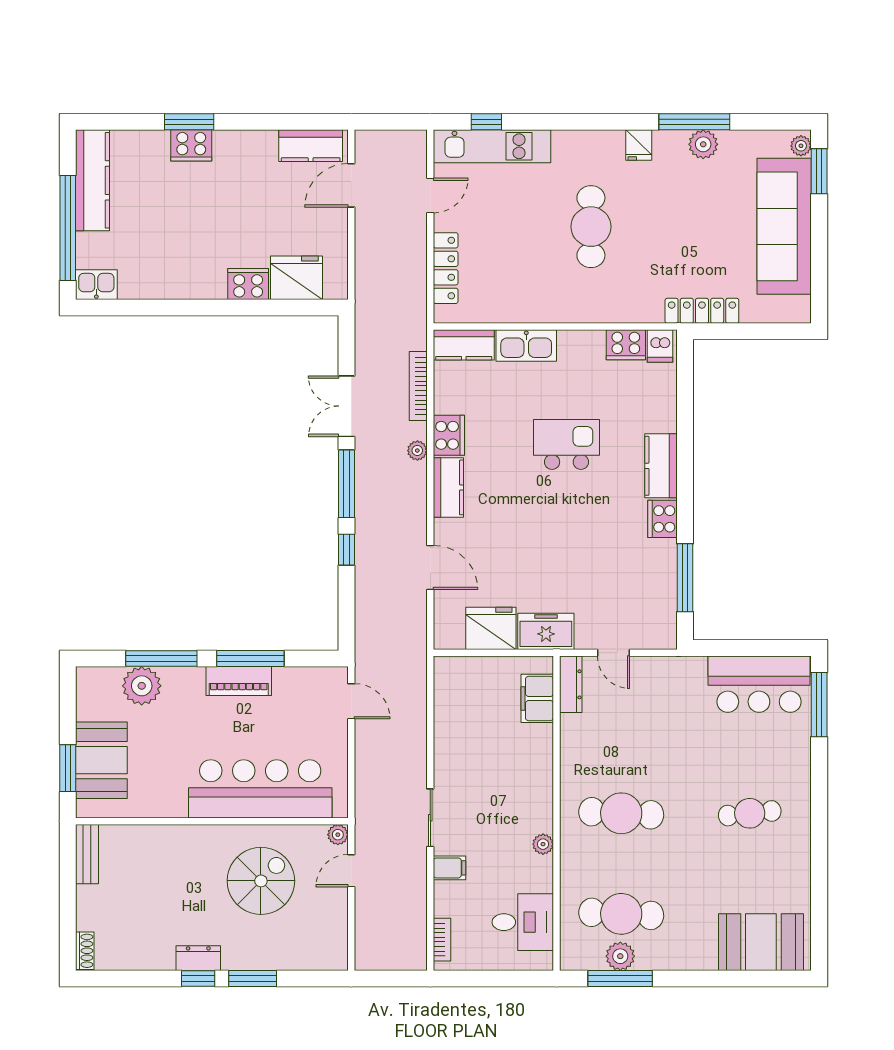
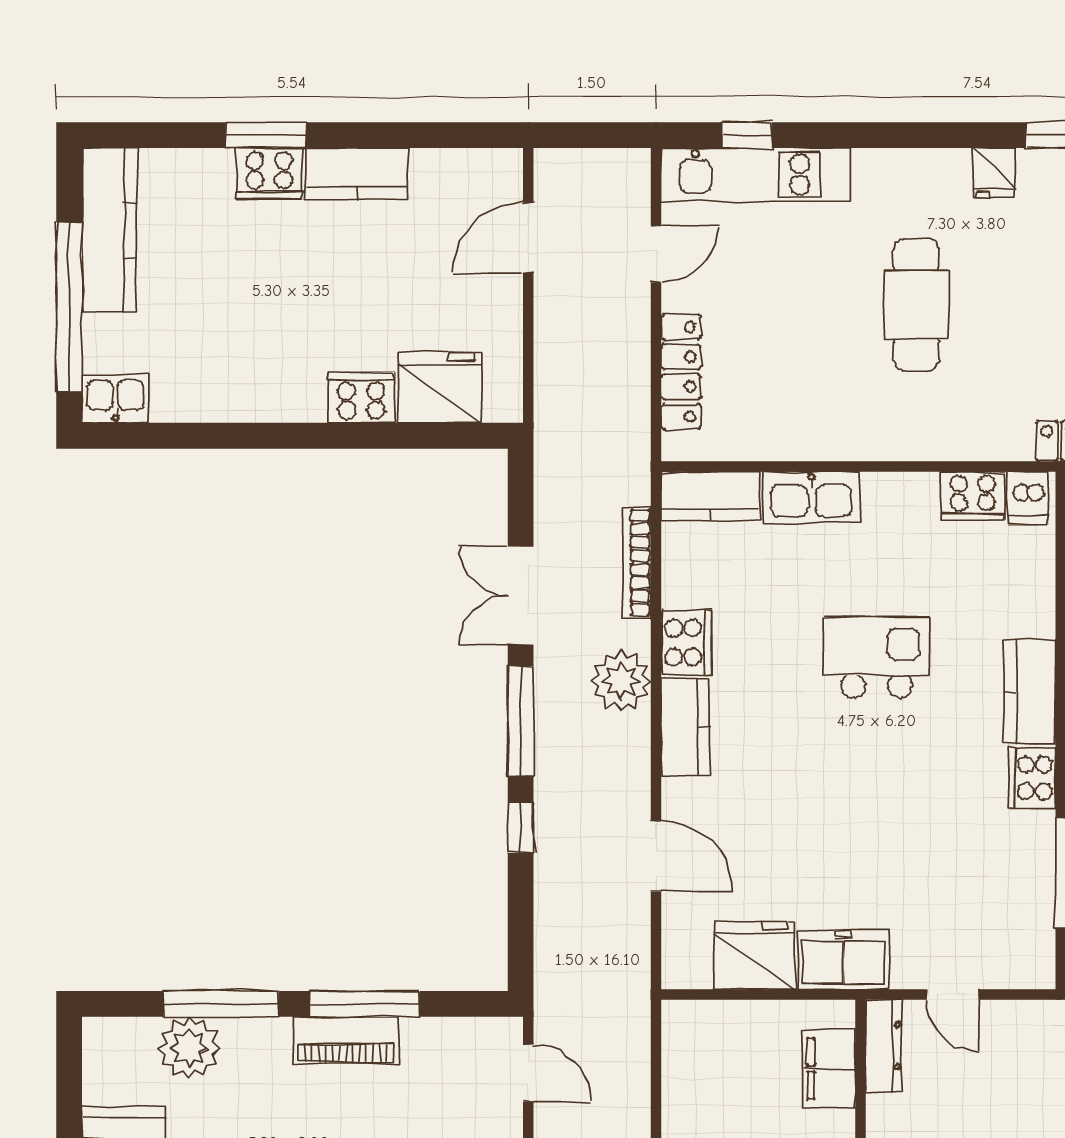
kitchen counter: (311, 146) -> (357, 174), moved
plant: (417, 451) -> (621, 681), width x1.88, depth x1.88

